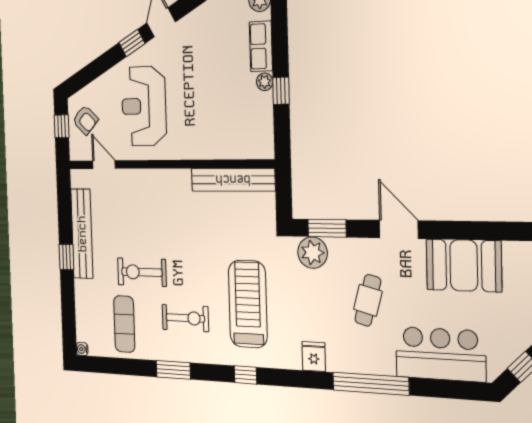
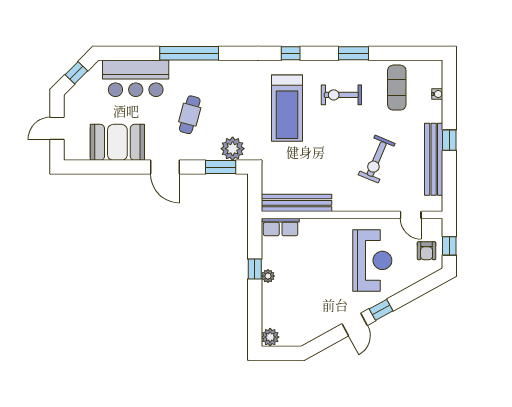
row of seats: (261, 46) -> (281, 227), moved, turned 90
armchair: (85, 120) -> (427, 251), turned -133
exercise bike: (142, 272) -> (377, 159), moved, turned 113
water cooler: (82, 349) -> (437, 94), moved
fridge: (314, 357) -> (234, 71), removed

